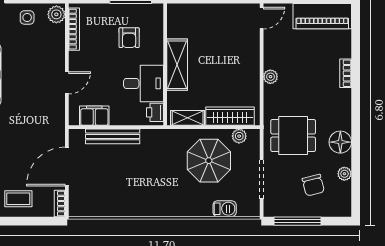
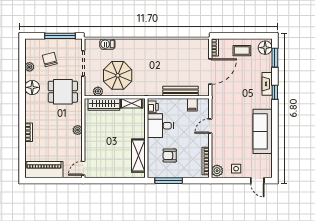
armchair: (129, 38) -> (170, 156), turned -90
shelving: (177, 65) -> (138, 156), moved
filing cabinet: (94, 116) -> (192, 105), width x0.50

